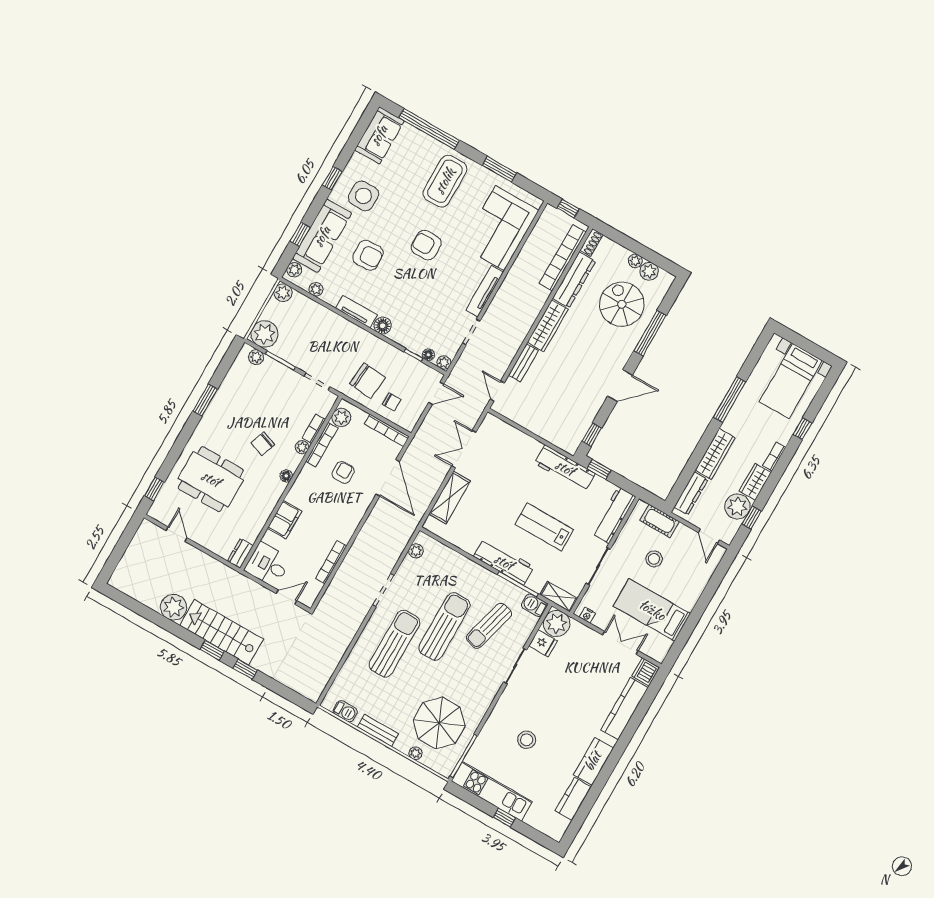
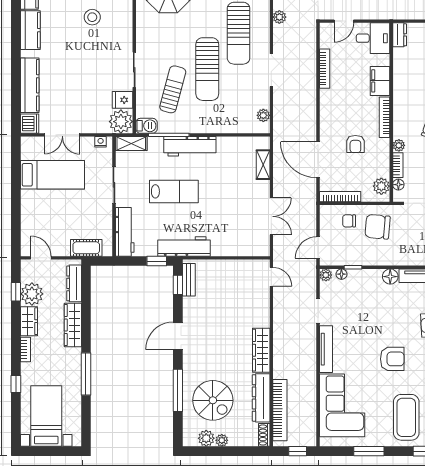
bench: (523, 363) -> (189, 280), moved
bookcase: (322, 445) -> (384, 117), moved
floor lamp: (286, 476) -> (398, 185), moved
shelving: (450, 498) -> (263, 165), width x0.67, depth x0.75
stool: (654, 559) -> (74, 216), removed
plant: (346, 637) -> (279, 17), added

